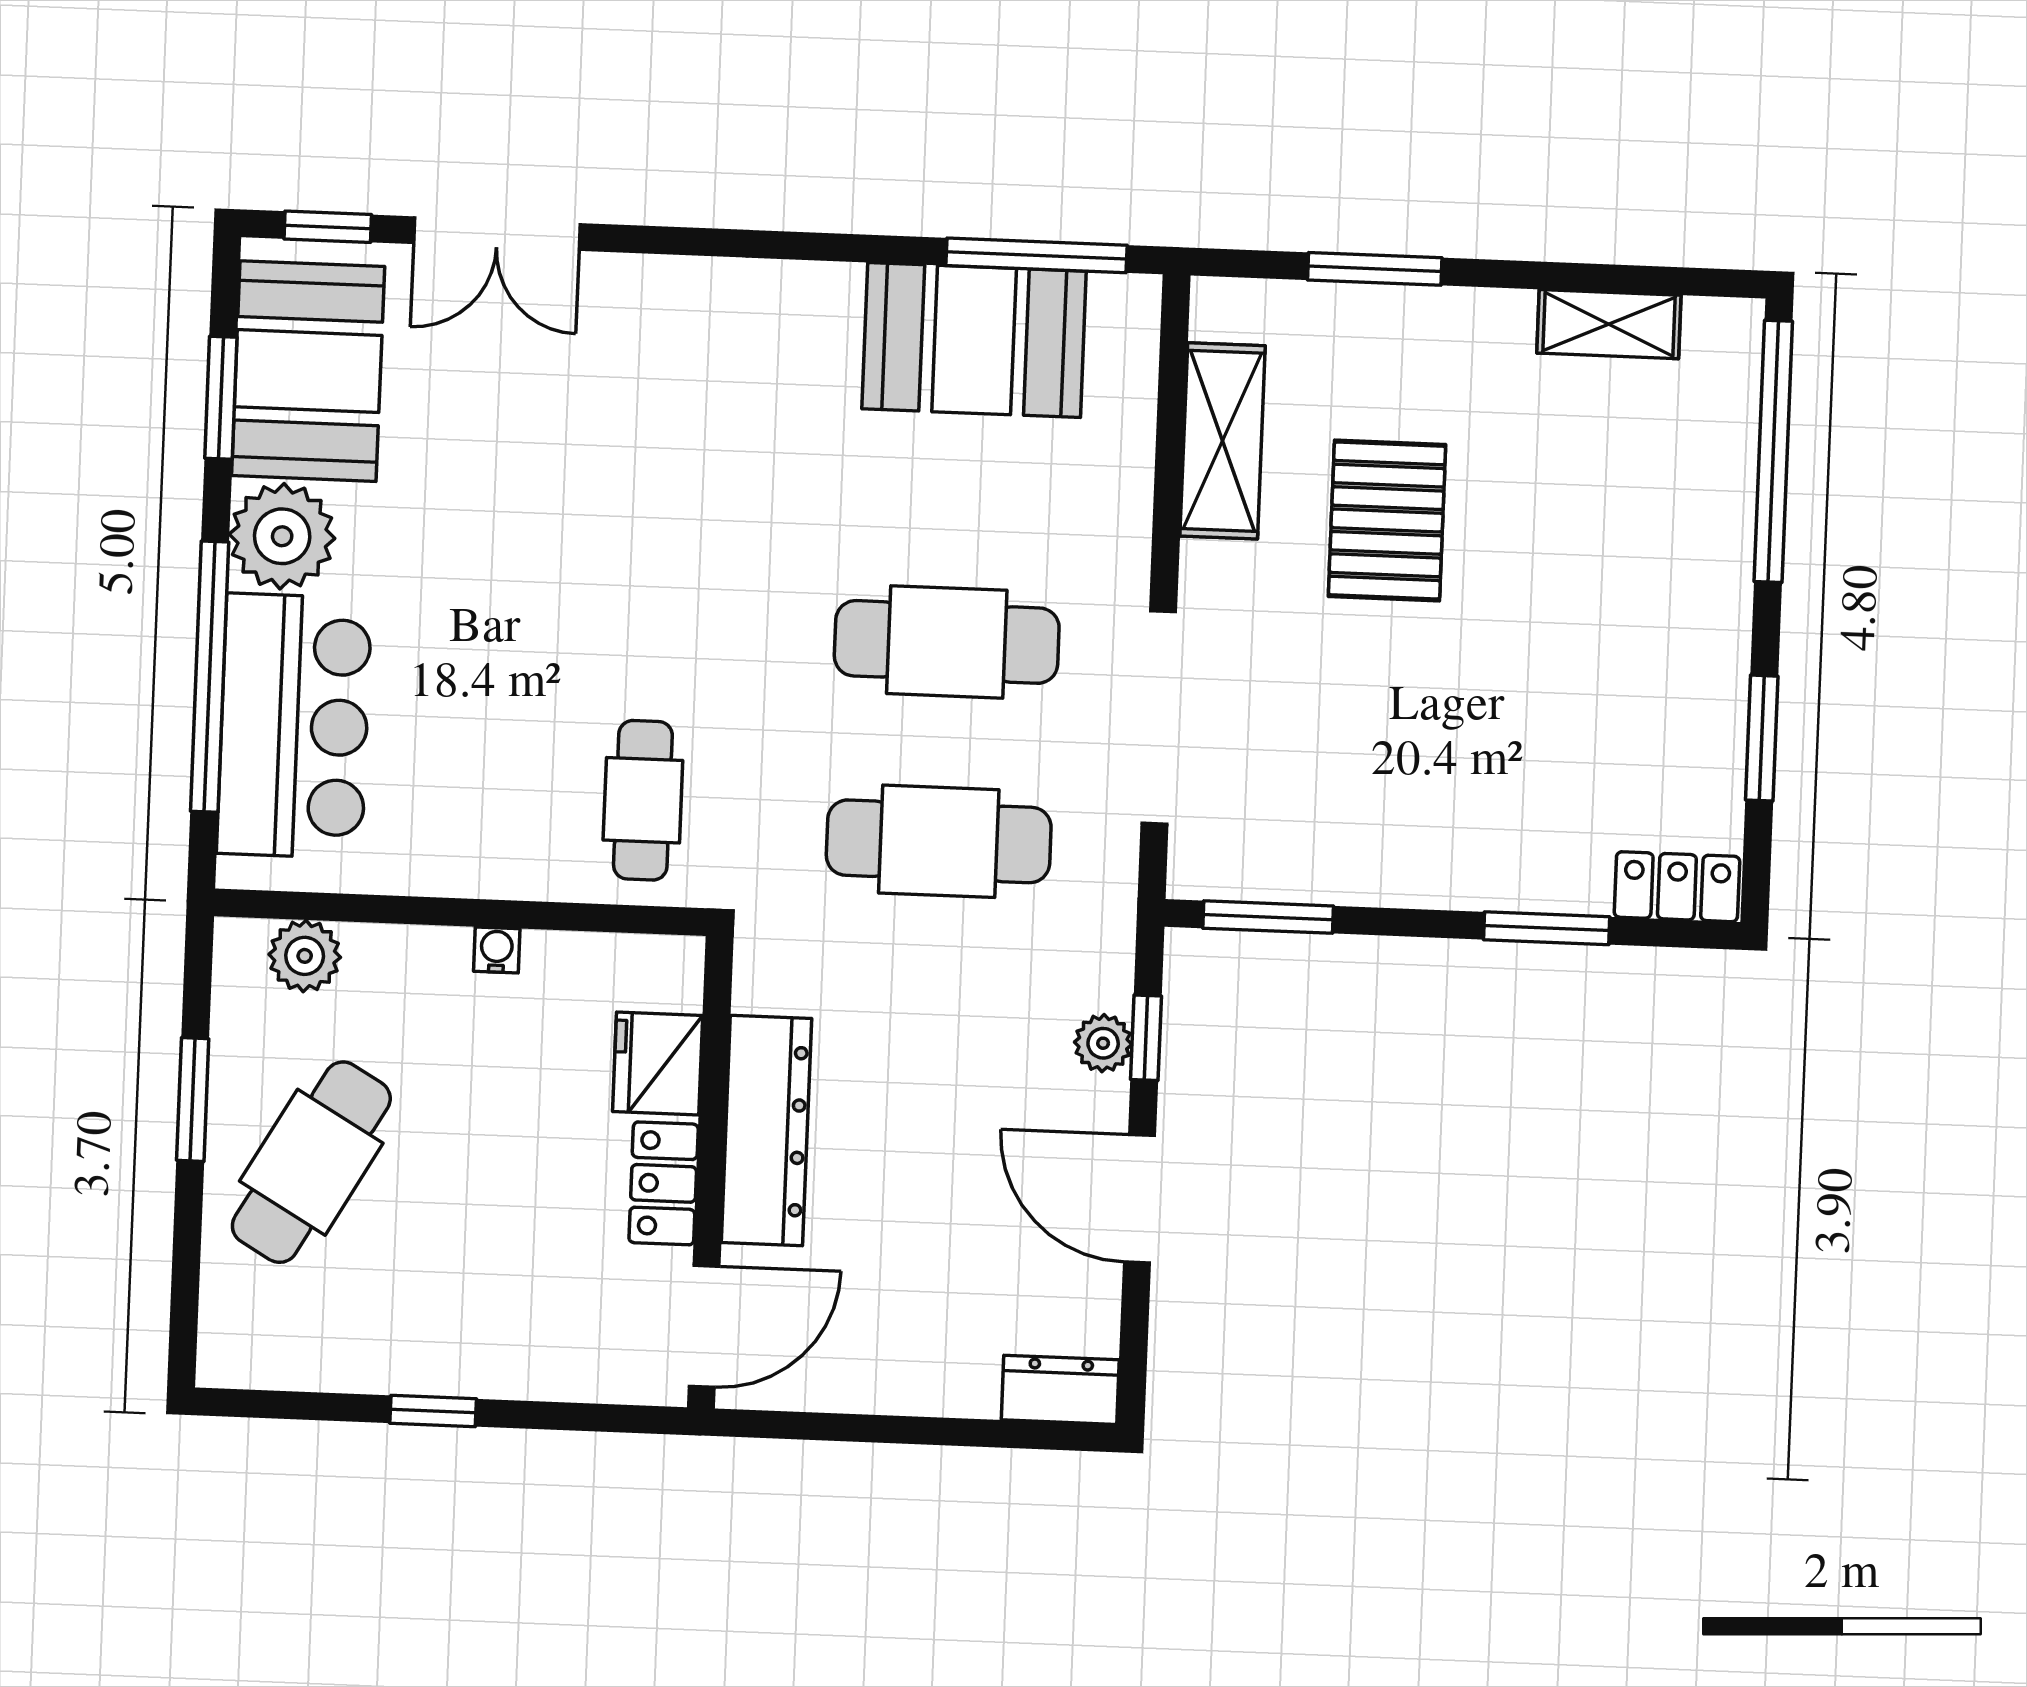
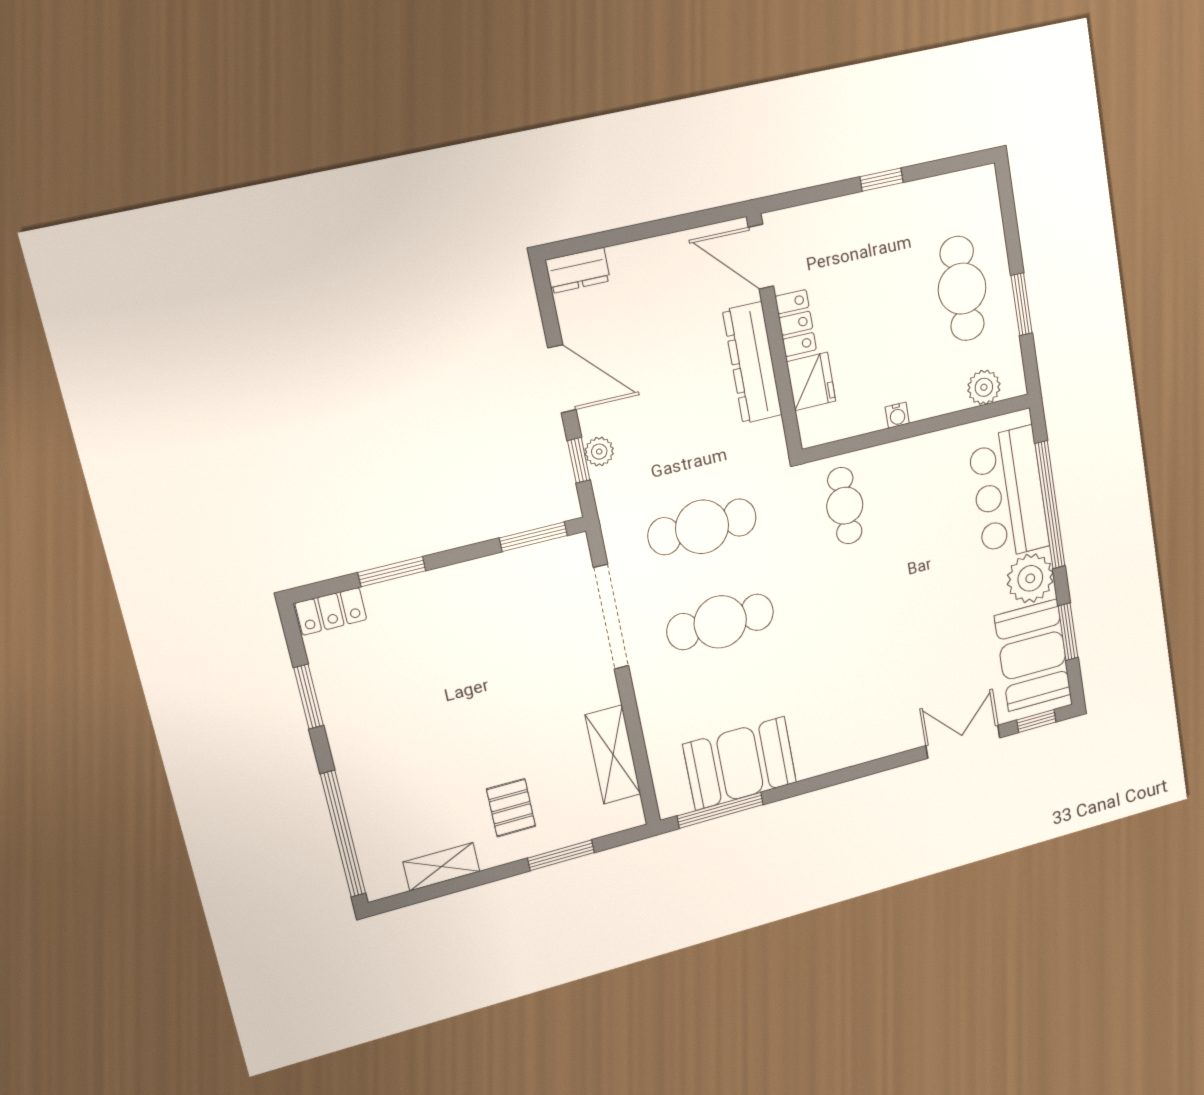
pallet: (1387, 520) -> (511, 808), moved, width x0.67, depth x0.71
cafe table: (311, 1162) -> (962, 289), turned -30
door: (704, 1326) -> (761, 257), hinge flipped

